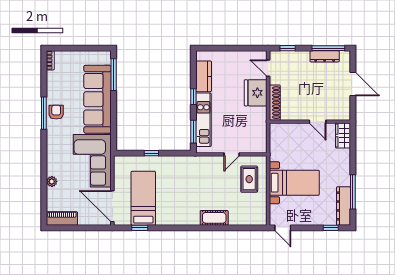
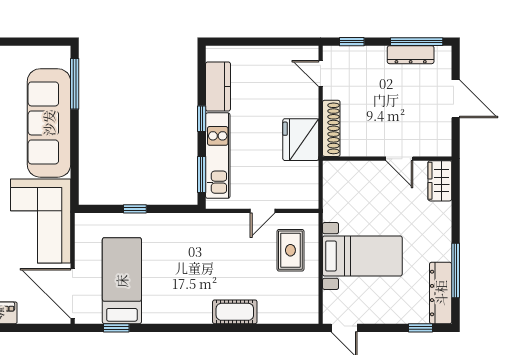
fridge: (256, 93) -> (301, 140), moved

